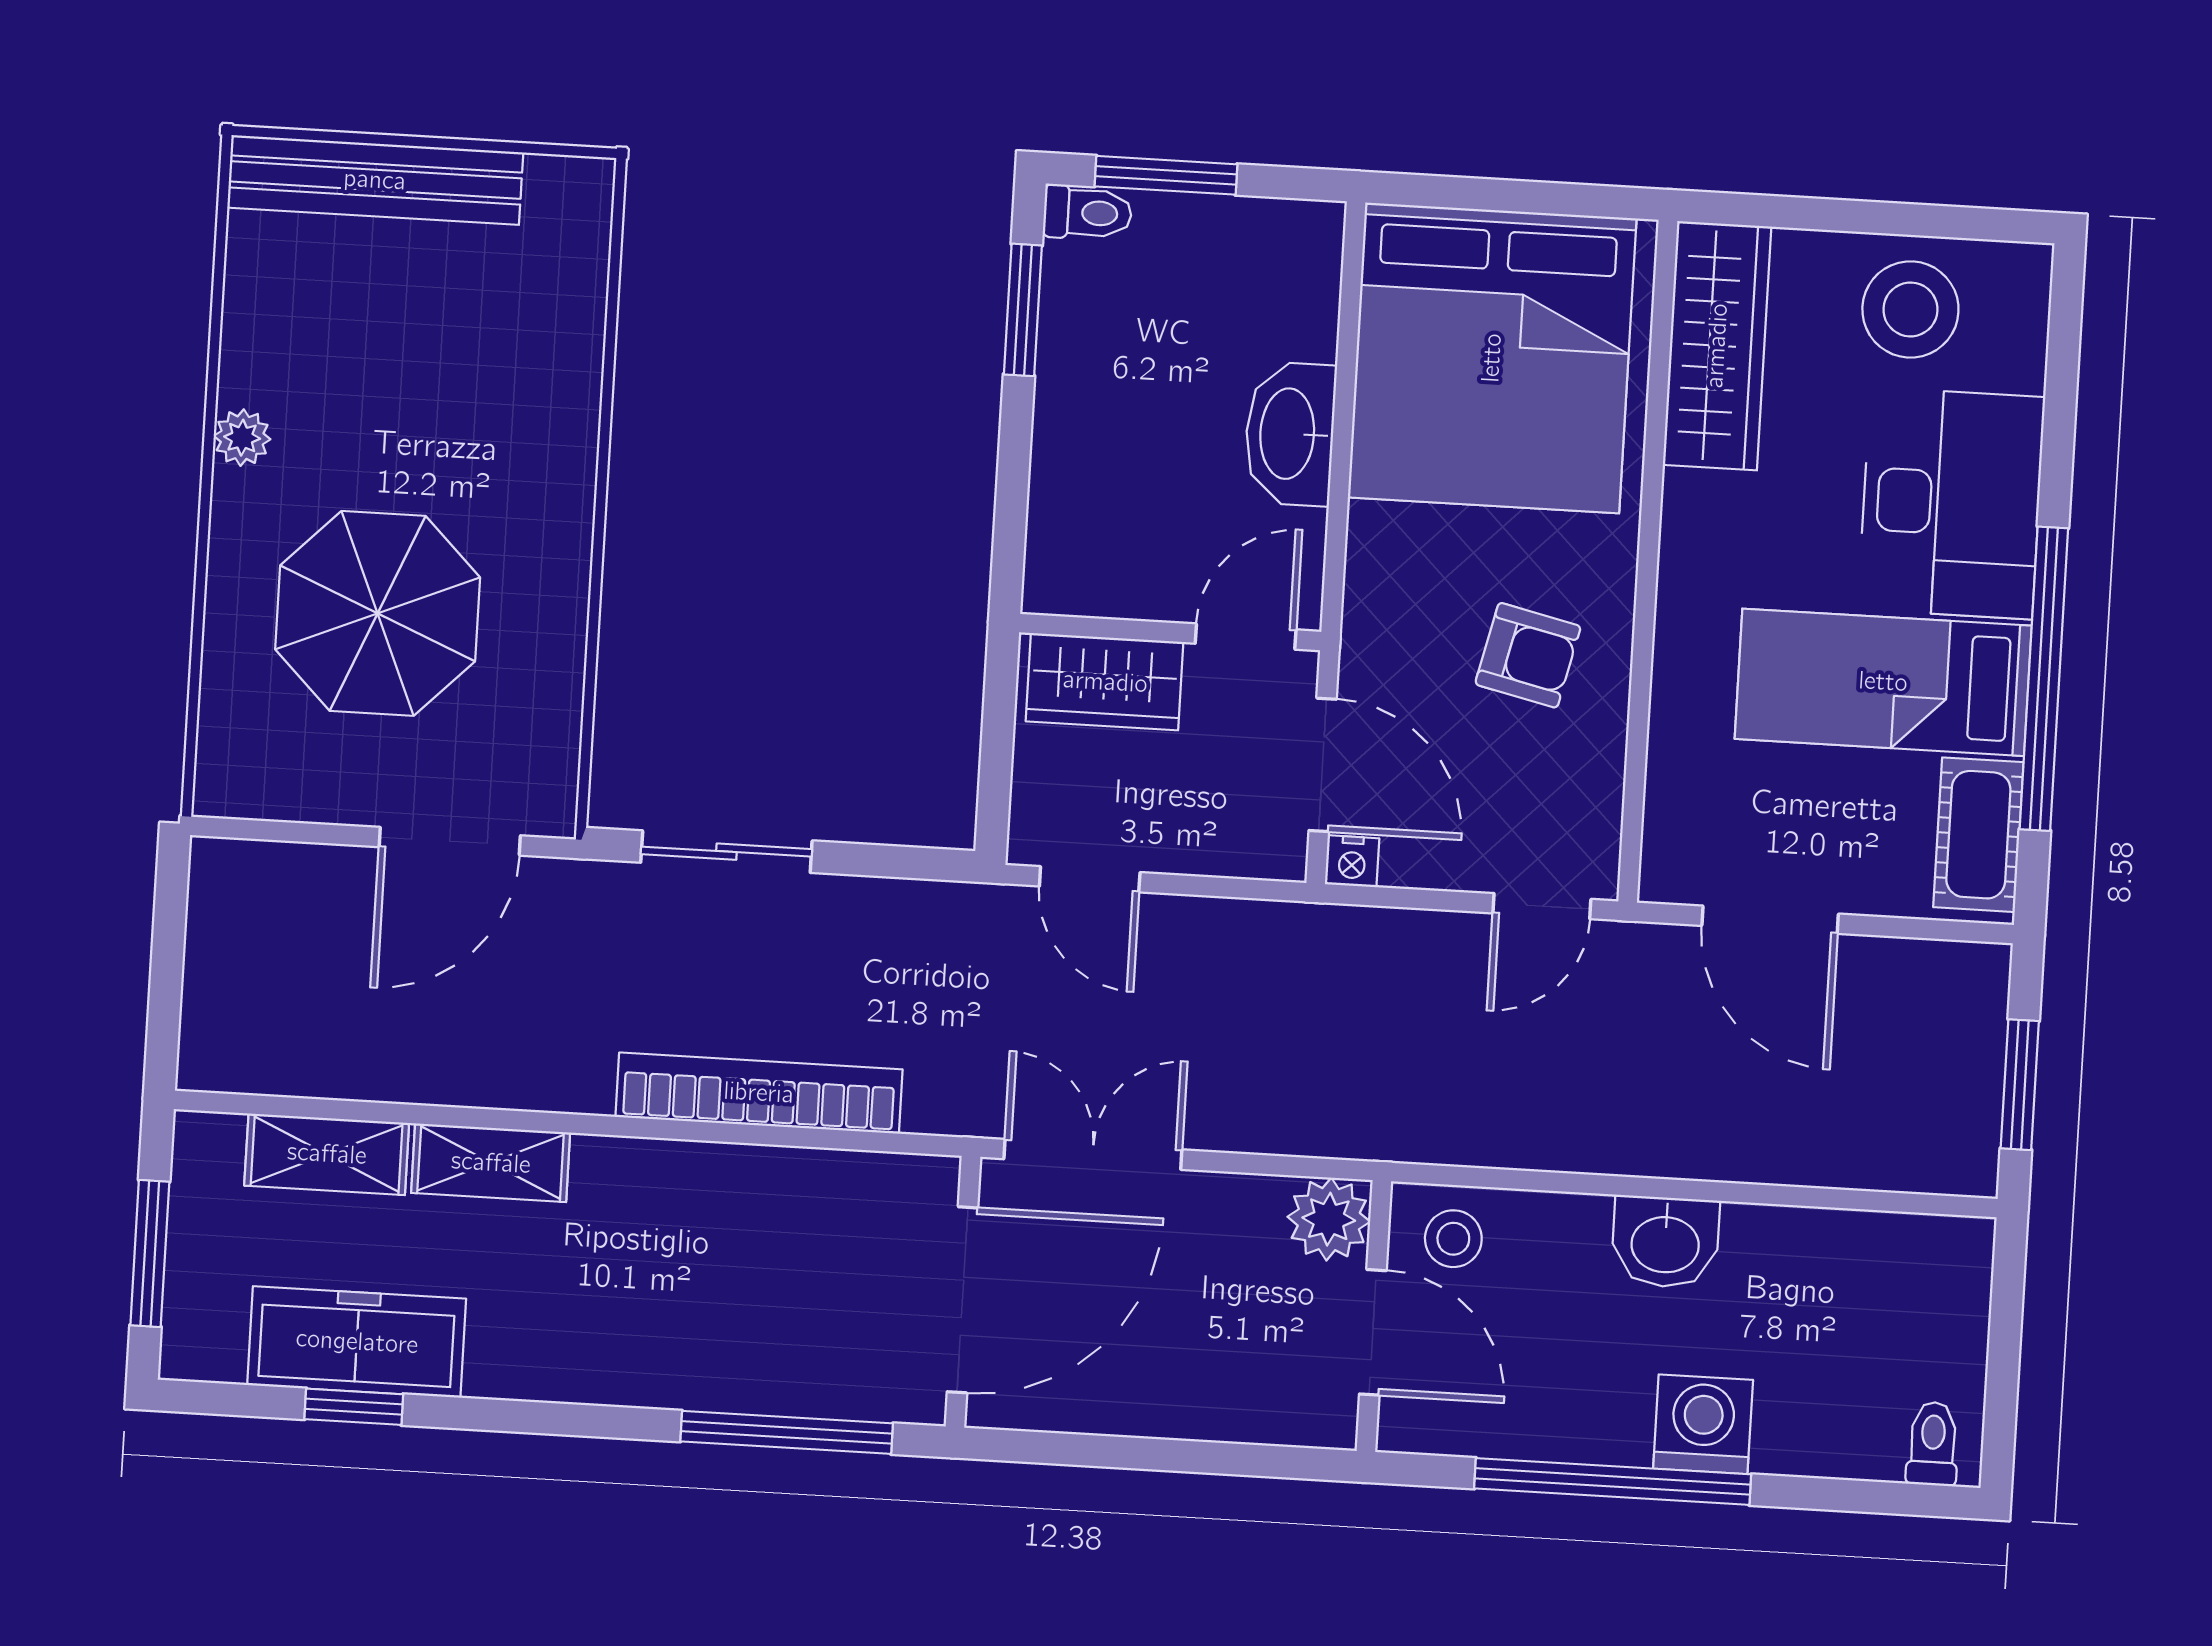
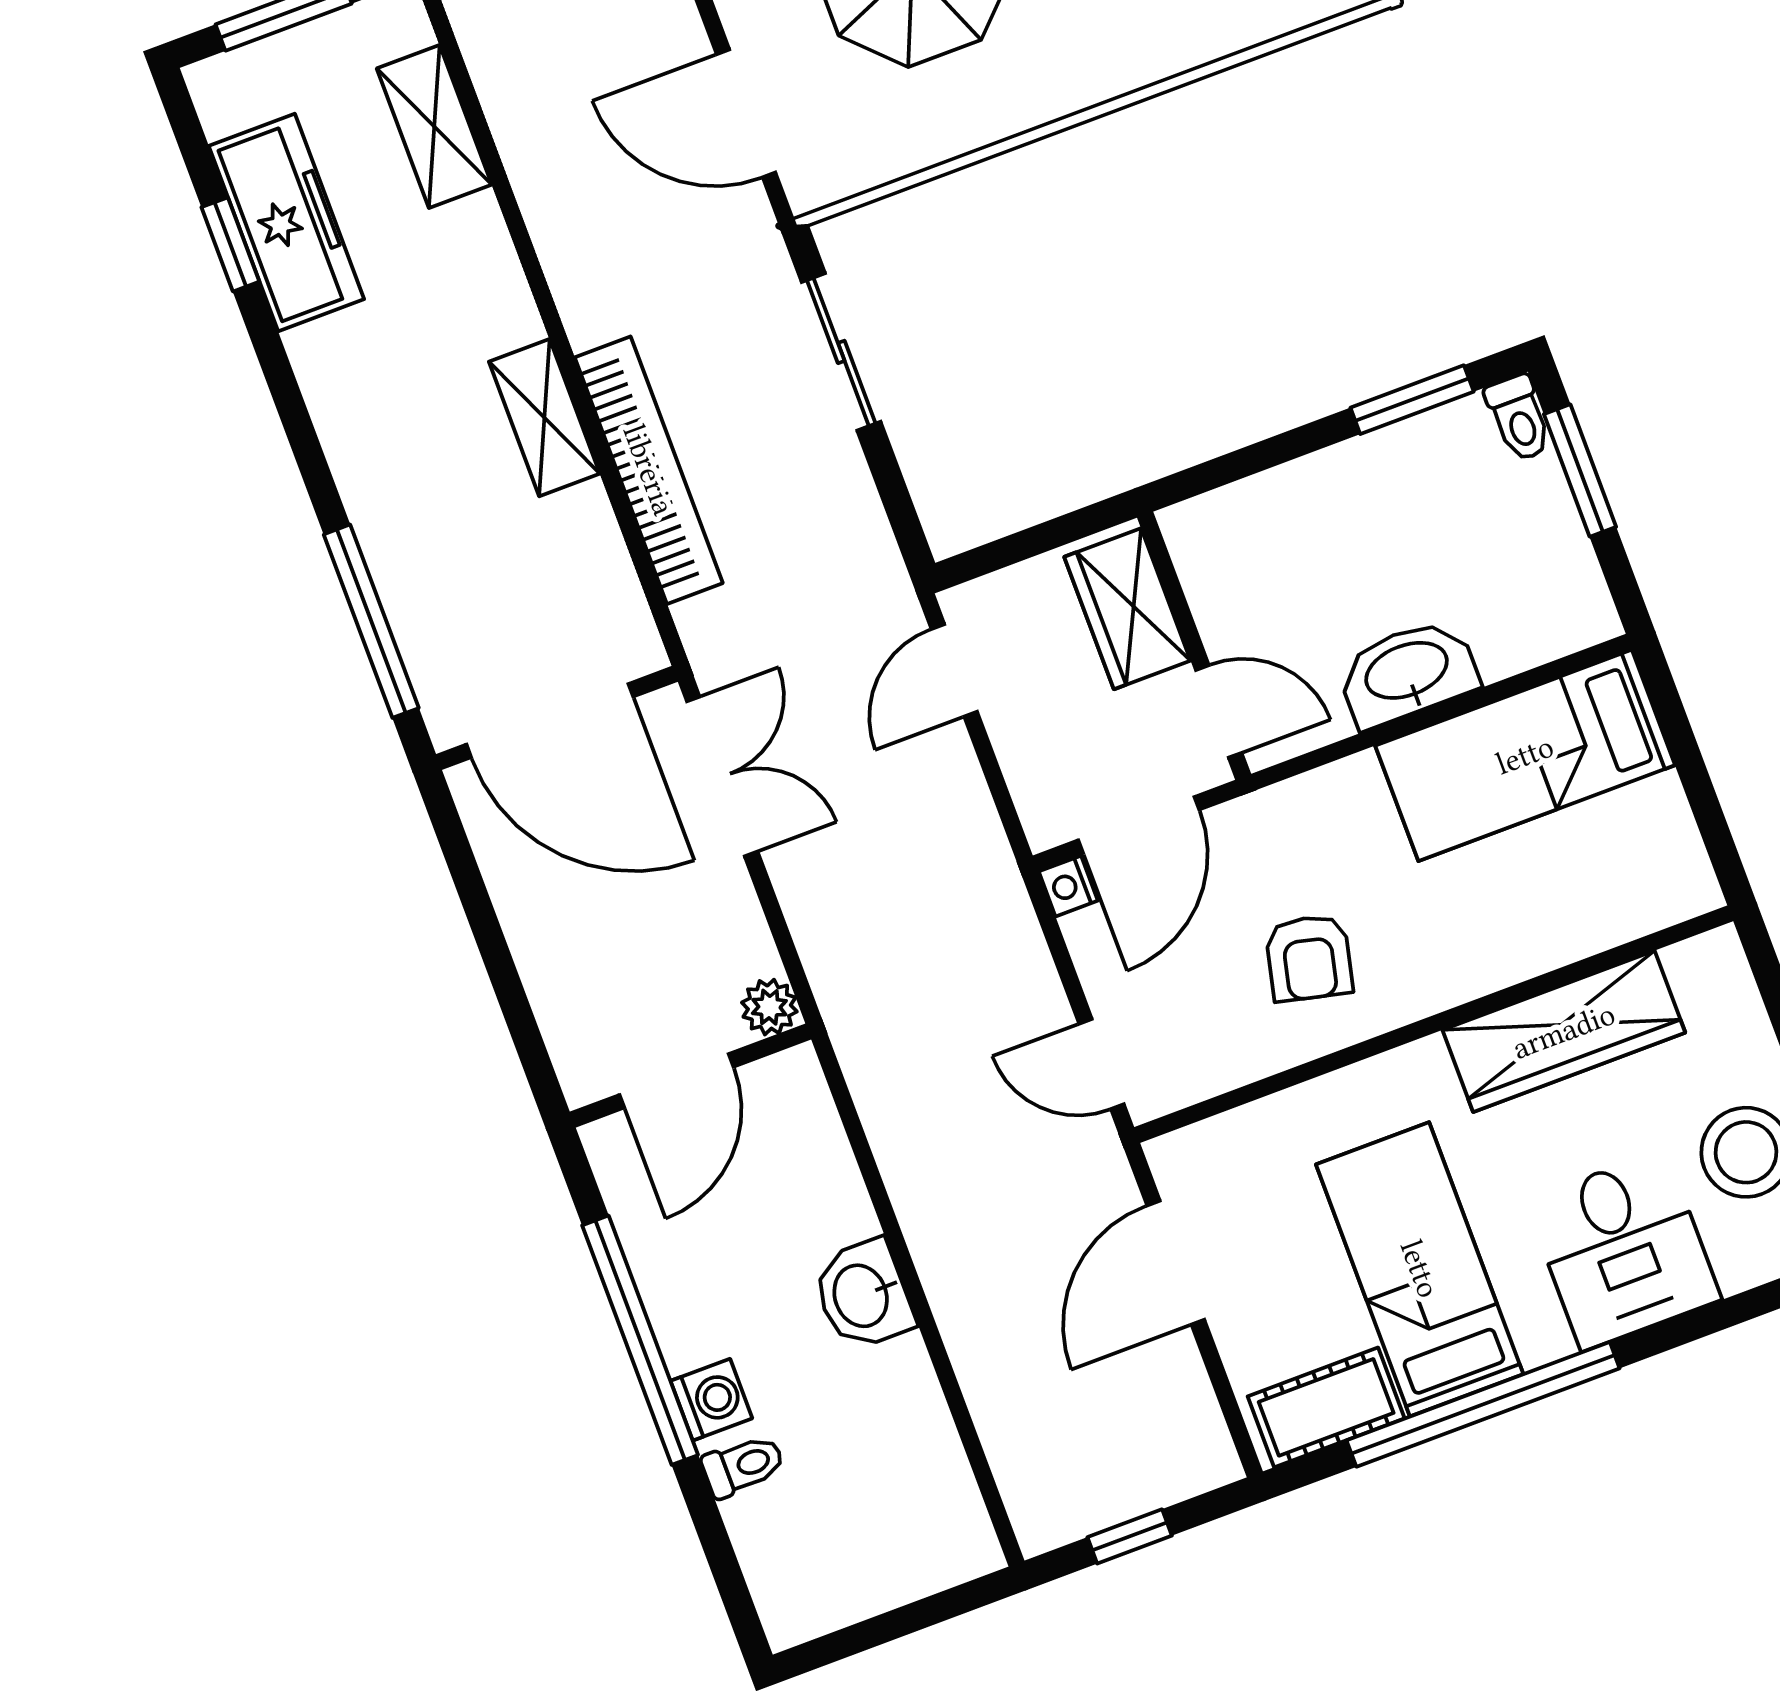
wardrobe: (1717, 346) -> (1564, 1031), moved
bed: (1492, 358) -> (1525, 755), width x0.49
desk: (1951, 503) -> (1623, 1250), width x0.73
window: (2020, 1085) -> (1130, 1536), width x0.67
shelving: (491, 1163) -> (544, 418), moved
plant: (1329, 1219) -> (769, 1007), width x0.73, depth x0.73
stool: (1453, 1239) -> (786, 1114), removed
washing machine: (1703, 1424) -> (711, 1400), width x0.73, depth x0.73
toilet: (1933, 1444) -> (743, 1466), moved

